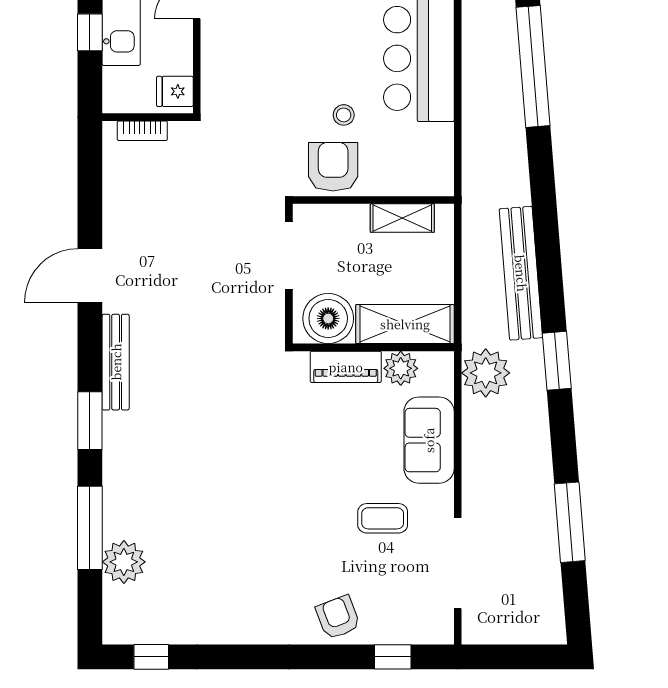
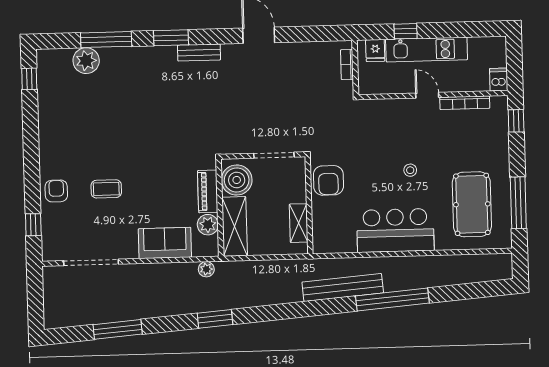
fridge: (175, 91) -> (375, 50), moved, turned 180
stool: (344, 115) -> (410, 170), moved
armchair: (333, 167) -> (328, 180), turned 90
bench: (521, 273) -> (343, 287), moved
bench: (116, 362) -> (199, 53), width x0.73
plant: (486, 373) -> (206, 269), width x0.53, depth x0.53
coffee table: (383, 518) -> (106, 189), moved, turned 90
armchair: (338, 617) -> (56, 191), turned -69

